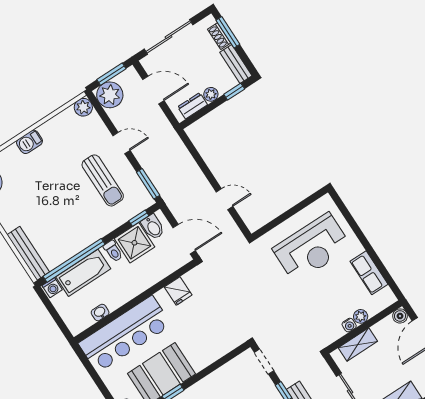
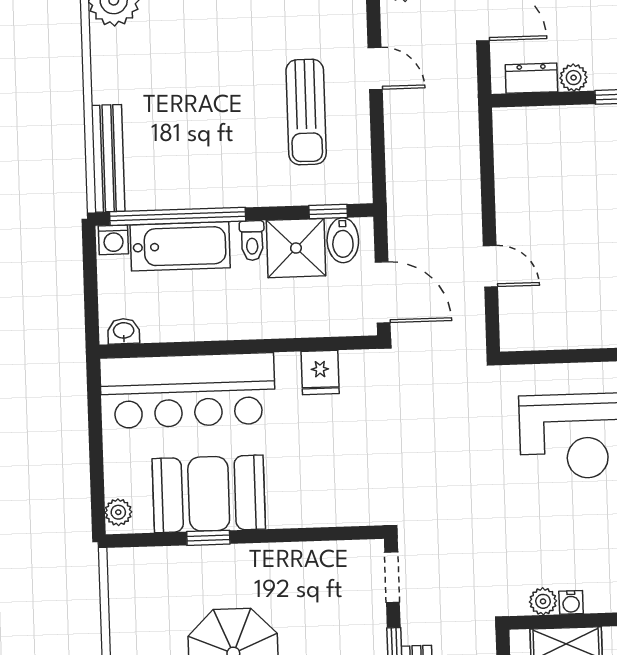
window: (148, 184) -> (378, 163), removed
washbasin: (100, 313) -> (124, 331), moved
plant: (361, 316) -> (543, 601), moved

